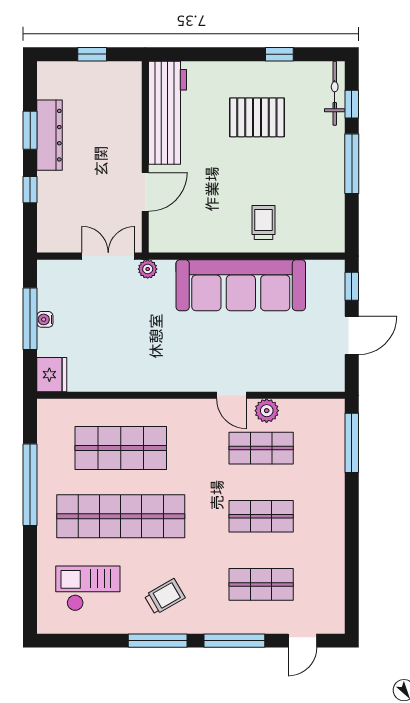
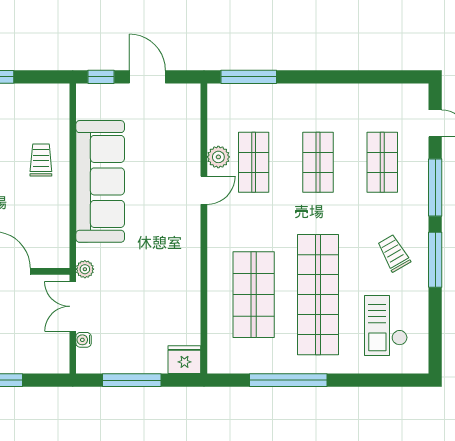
trolley: (263, 222) -> (41, 160), turned 90
water cooler: (45, 319) -> (84, 340), moved, turned 90

